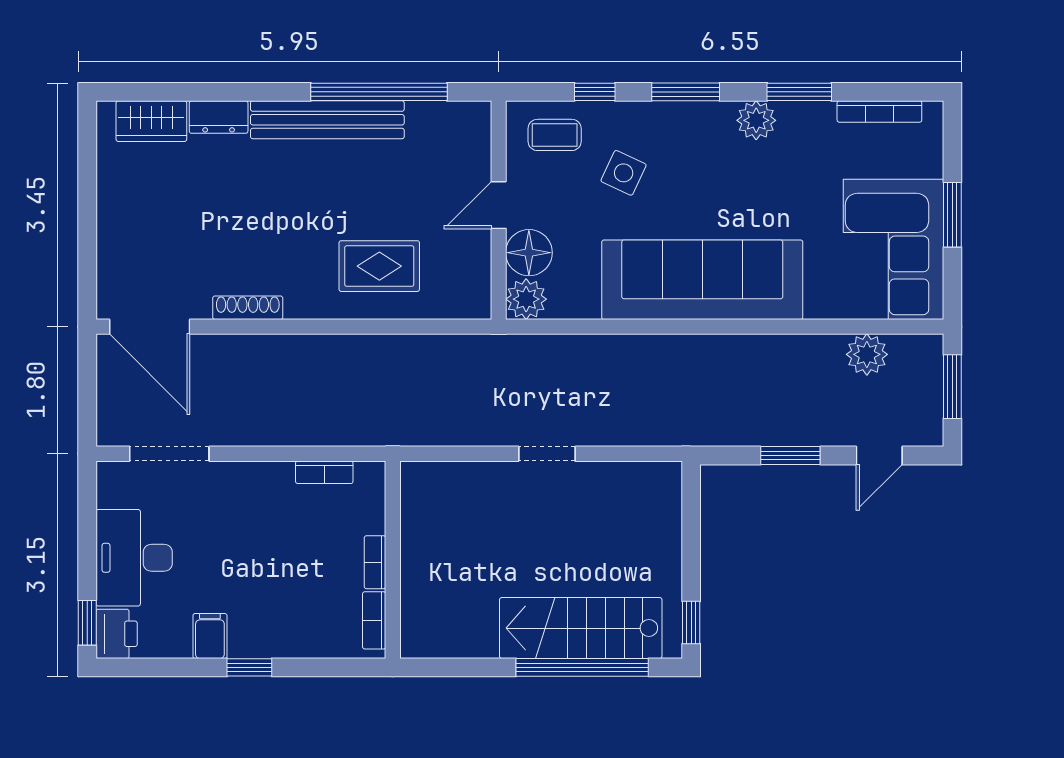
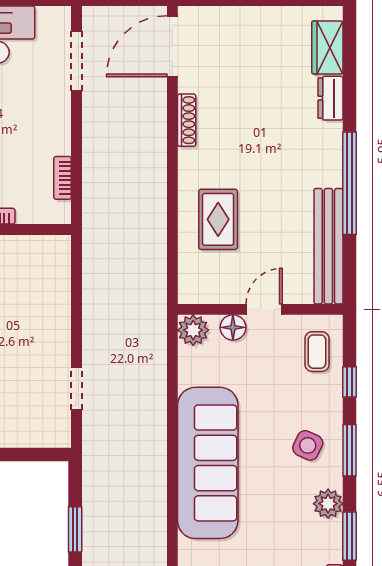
window: (379, 92) -> (349, 183), moved
bench: (327, 120) -> (328, 246), moved
side table: (624, 173) -> (308, 445), moved
door: (499, 205) -> (264, 309), hinge flipped
floor lamp: (529, 253) -> (233, 327), width x0.73, depth x0.73
doorway: (547, 454) -> (76, 388), moved

